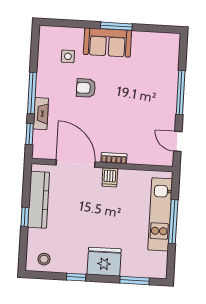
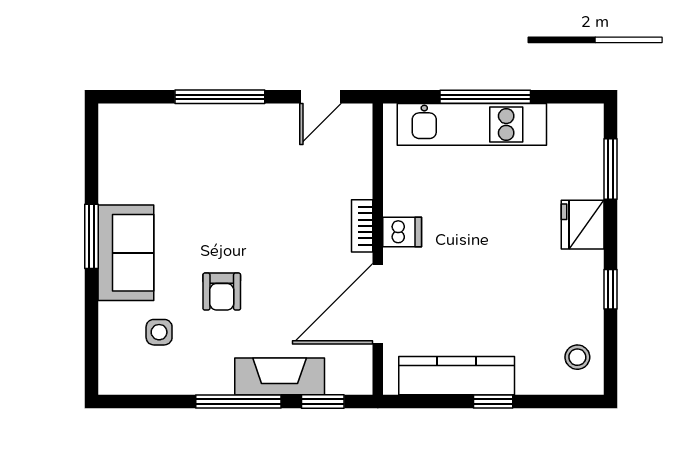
fireplace: (41, 114) -> (280, 376), width x1.37, depth x1.32
fridge: (104, 262) -> (583, 225), width x0.73, depth x0.75

